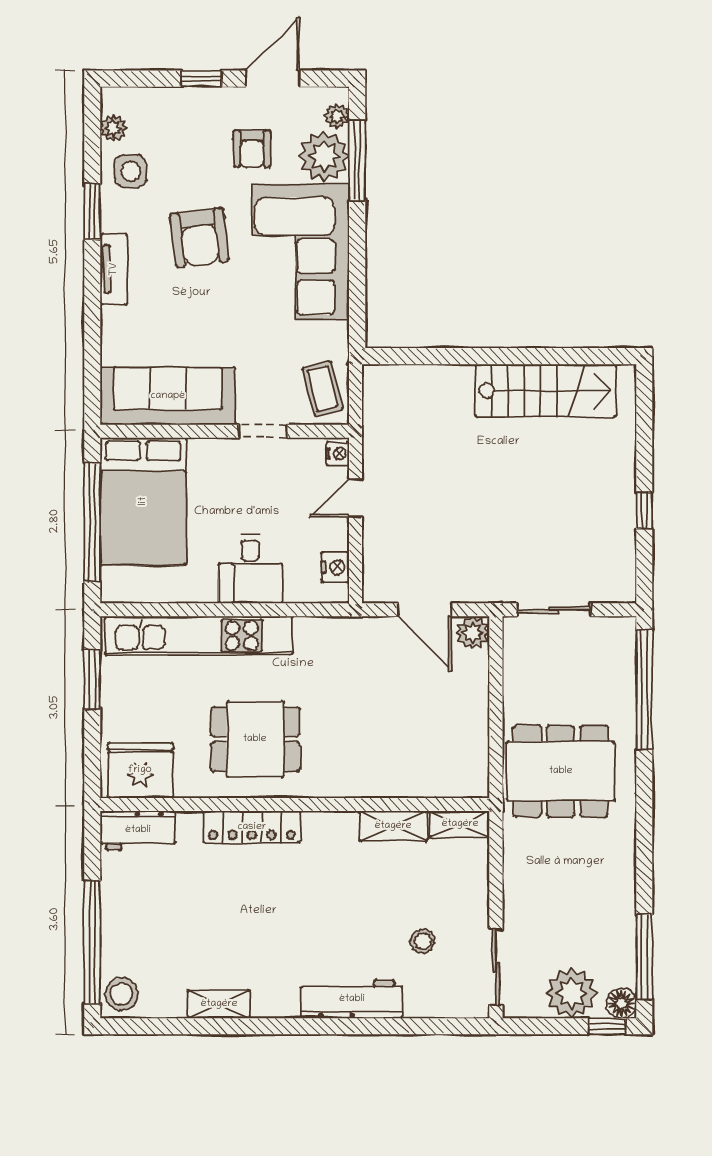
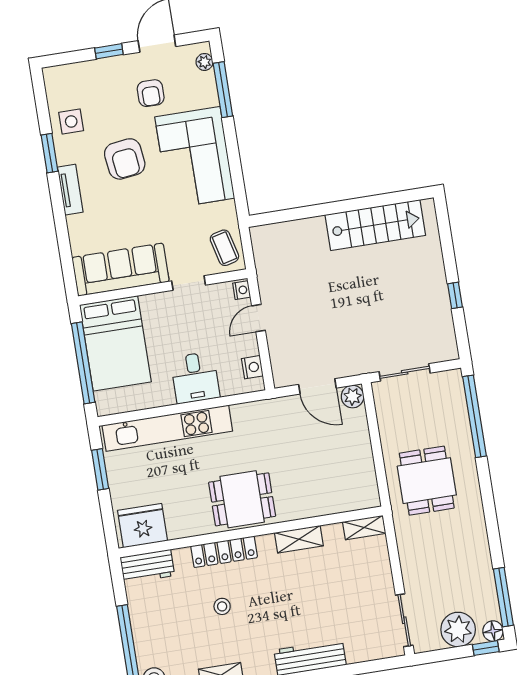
plant: (113, 128) -> (55, 94), removed
plant: (324, 156) -> (200, 90), removed
dining table: (255, 739) -> (242, 499), moved
dining table: (561, 771) -> (427, 481), width x0.73
shelving: (393, 826) -> (299, 539), moved
stool: (423, 941) -> (222, 606), moved

